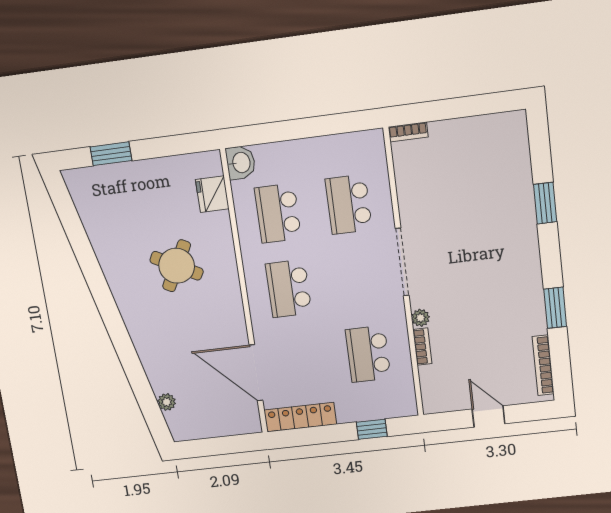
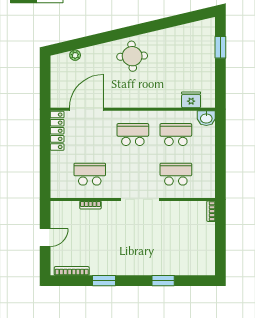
round table: (177, 266) -> (132, 56), moved, turned -31
plant: (421, 318) -> (107, 206), removed
window: (372, 429) -> (45, 171), removed

